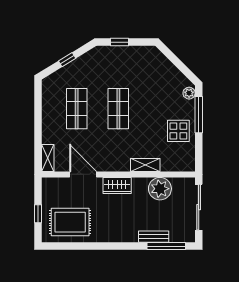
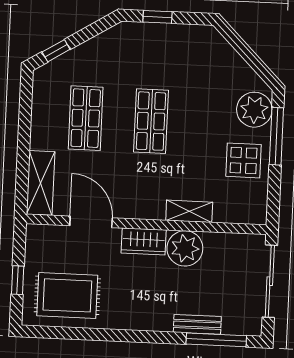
window: (67, 60) -> (56, 51), moved
plant: (189, 93) -> (254, 110), width x1.88, depth x1.88
shelving: (48, 158) -> (41, 183), width x1.50, depth x1.33
plant: (160, 189) -> (185, 248), moved

